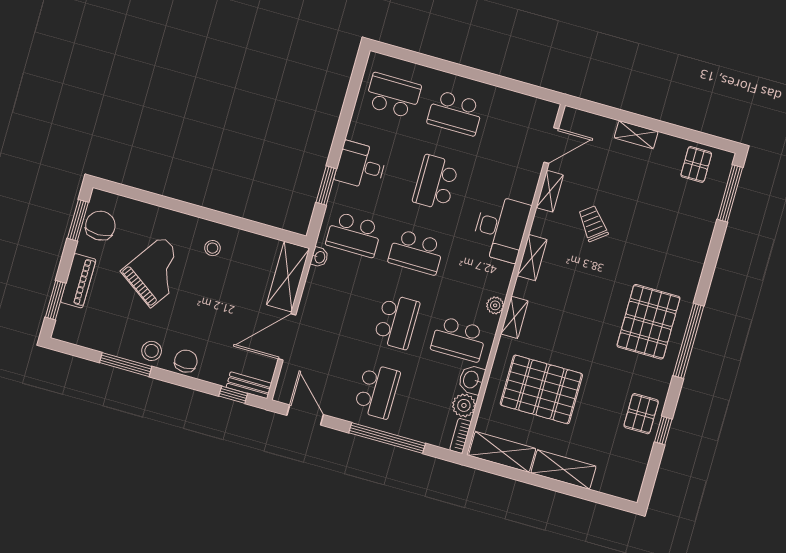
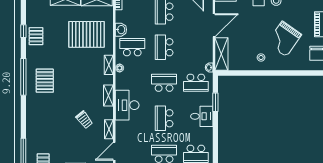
school desk: (436, 182) -> (164, 118), turned 180
school desk: (354, 235) -> (196, 83), turned 180
pallet: (648, 322) -> (45, 81), width x0.73, depth x0.71
plant: (464, 405) -> (121, 16), removed

